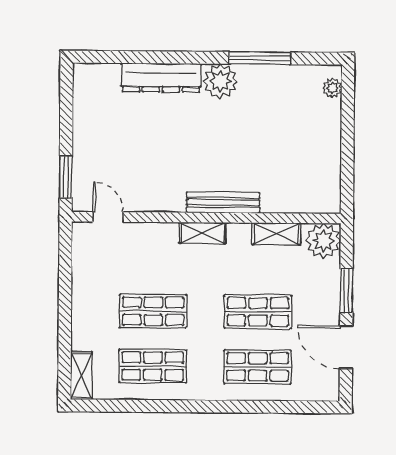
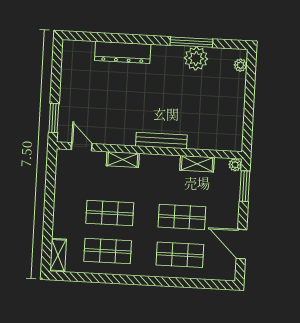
plant: (220, 81) -> (196, 58), moved
shelving: (202, 233) -> (123, 159), moved
plant: (323, 241) -> (235, 165), width x0.53, depth x0.53
window: (346, 291) -> (245, 186), moved

